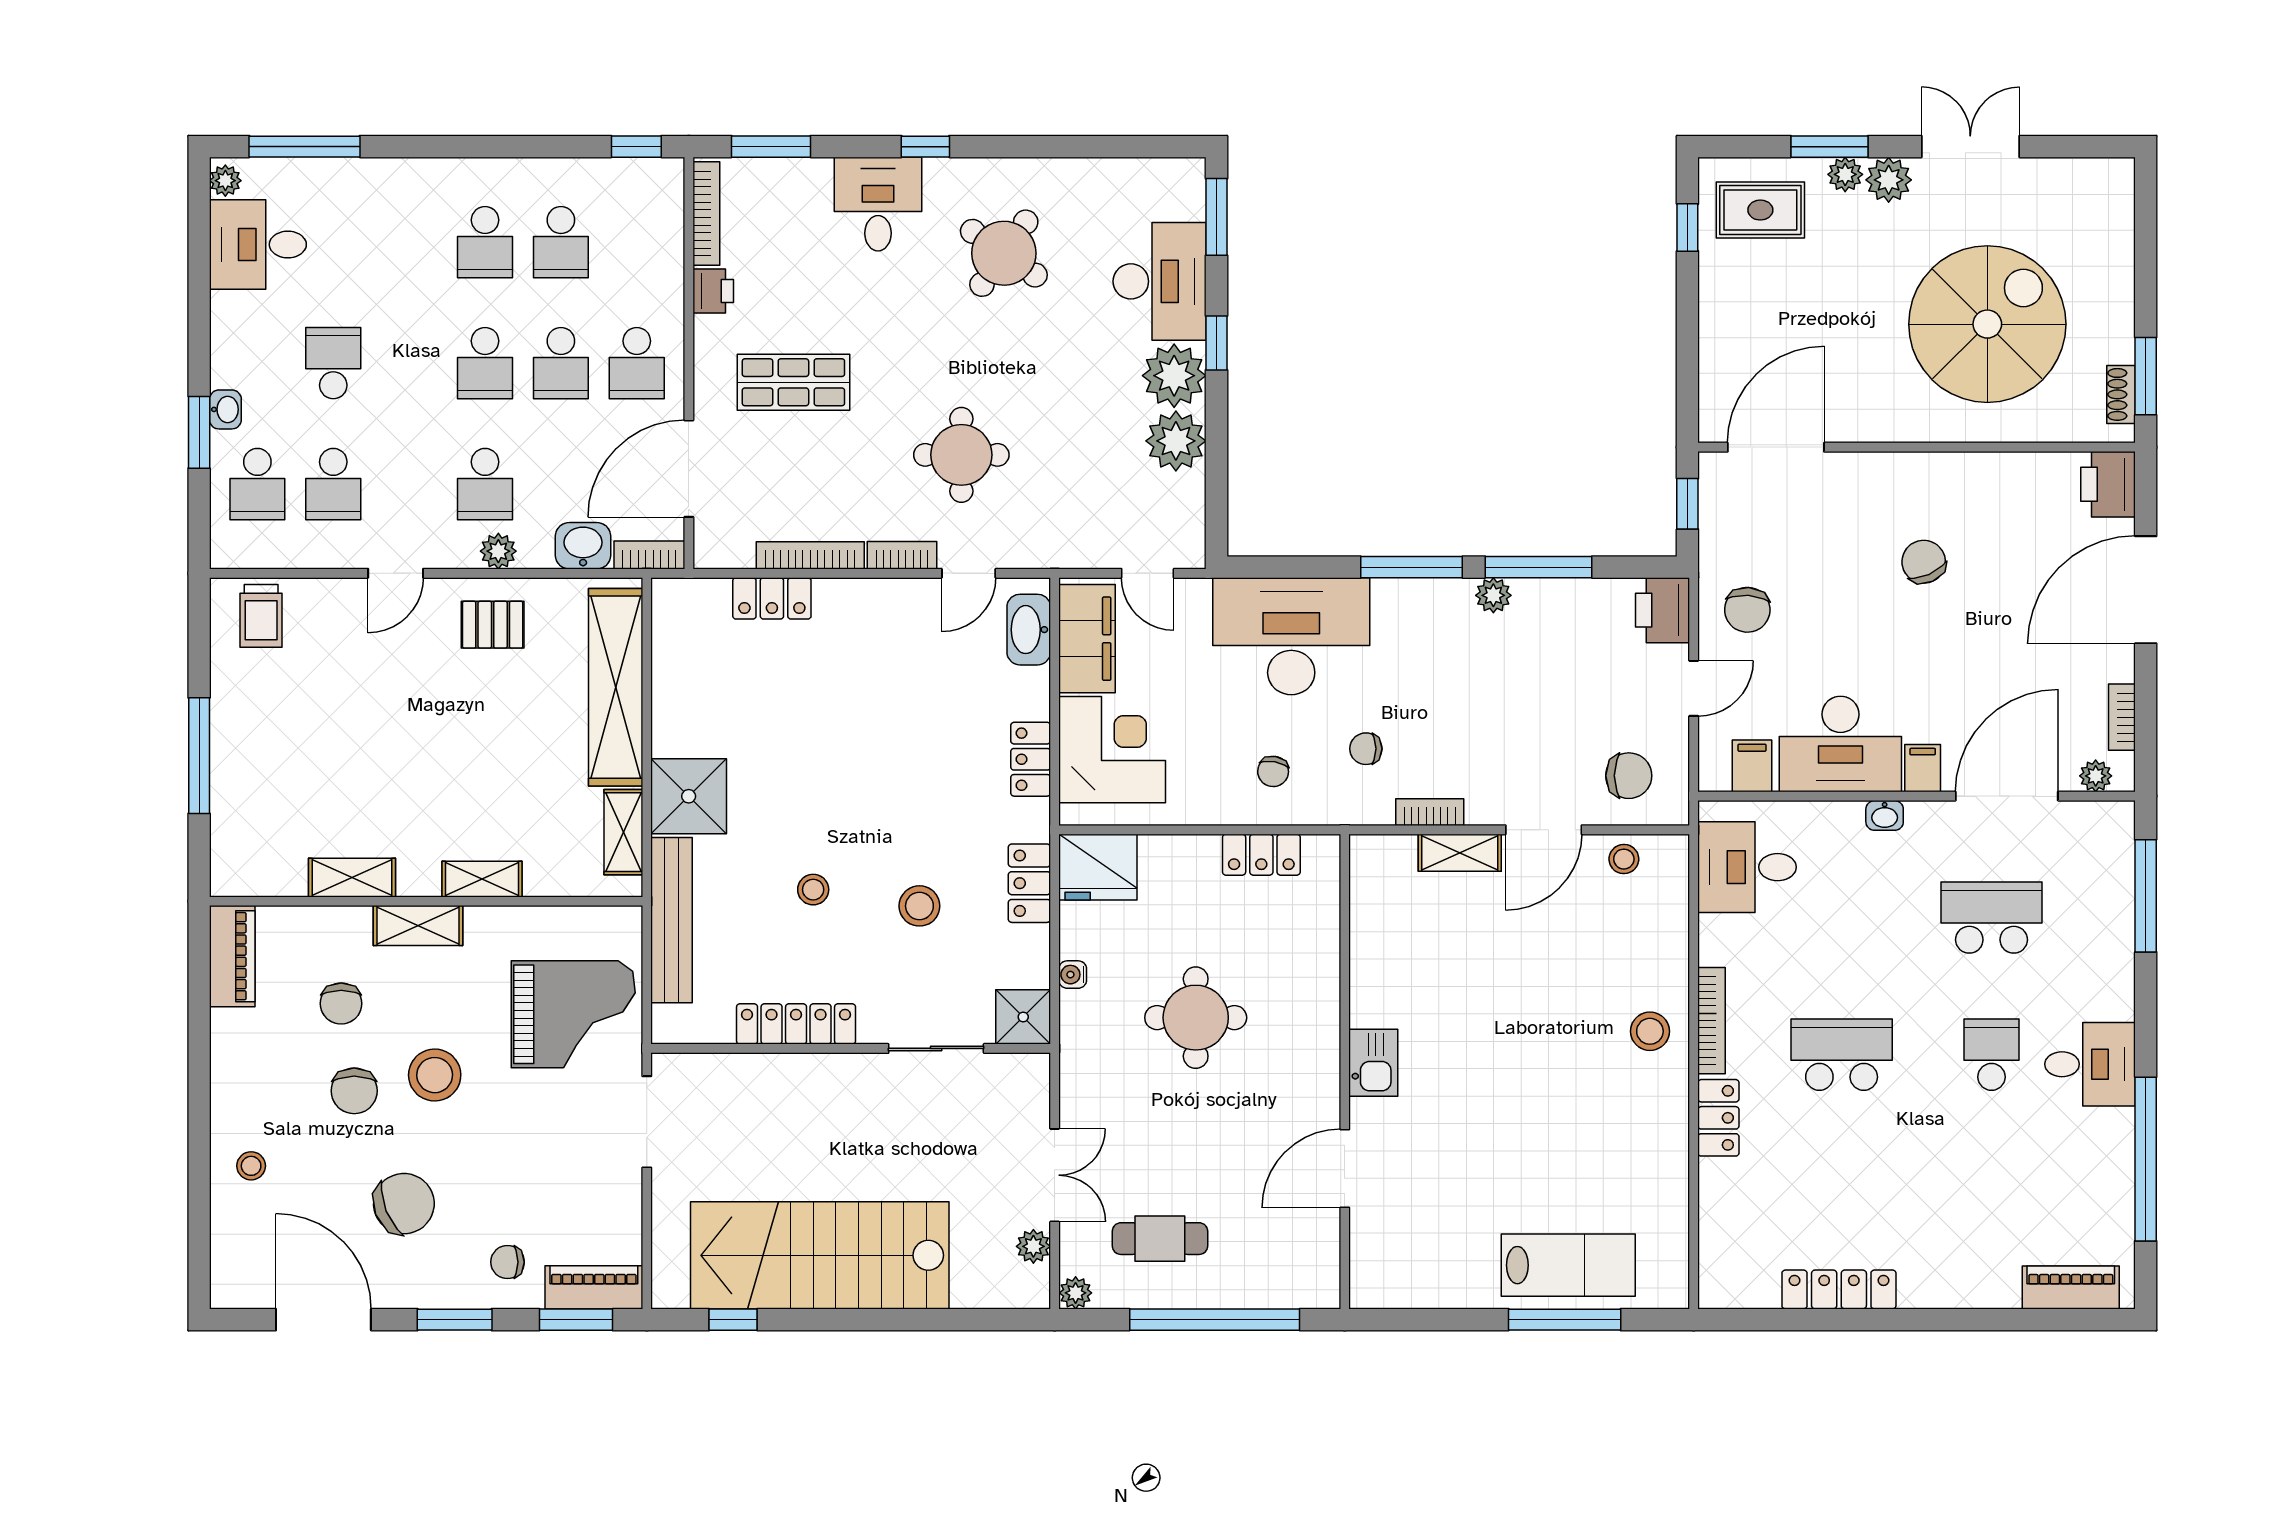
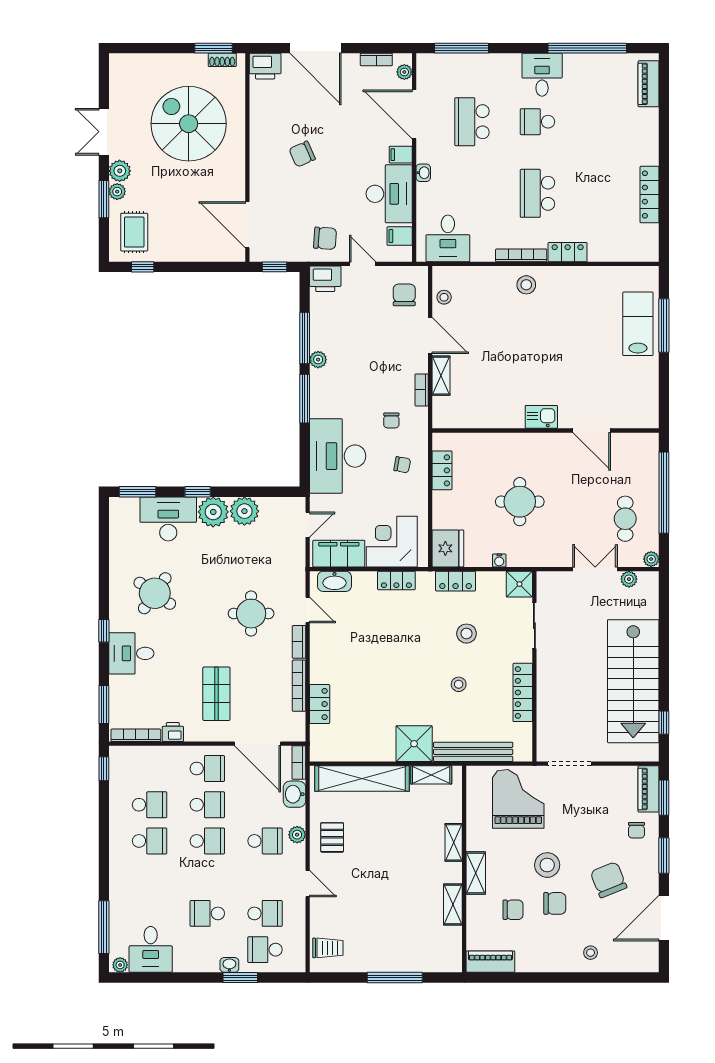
school desk: (257, 484) -> (265, 950), turned 180

